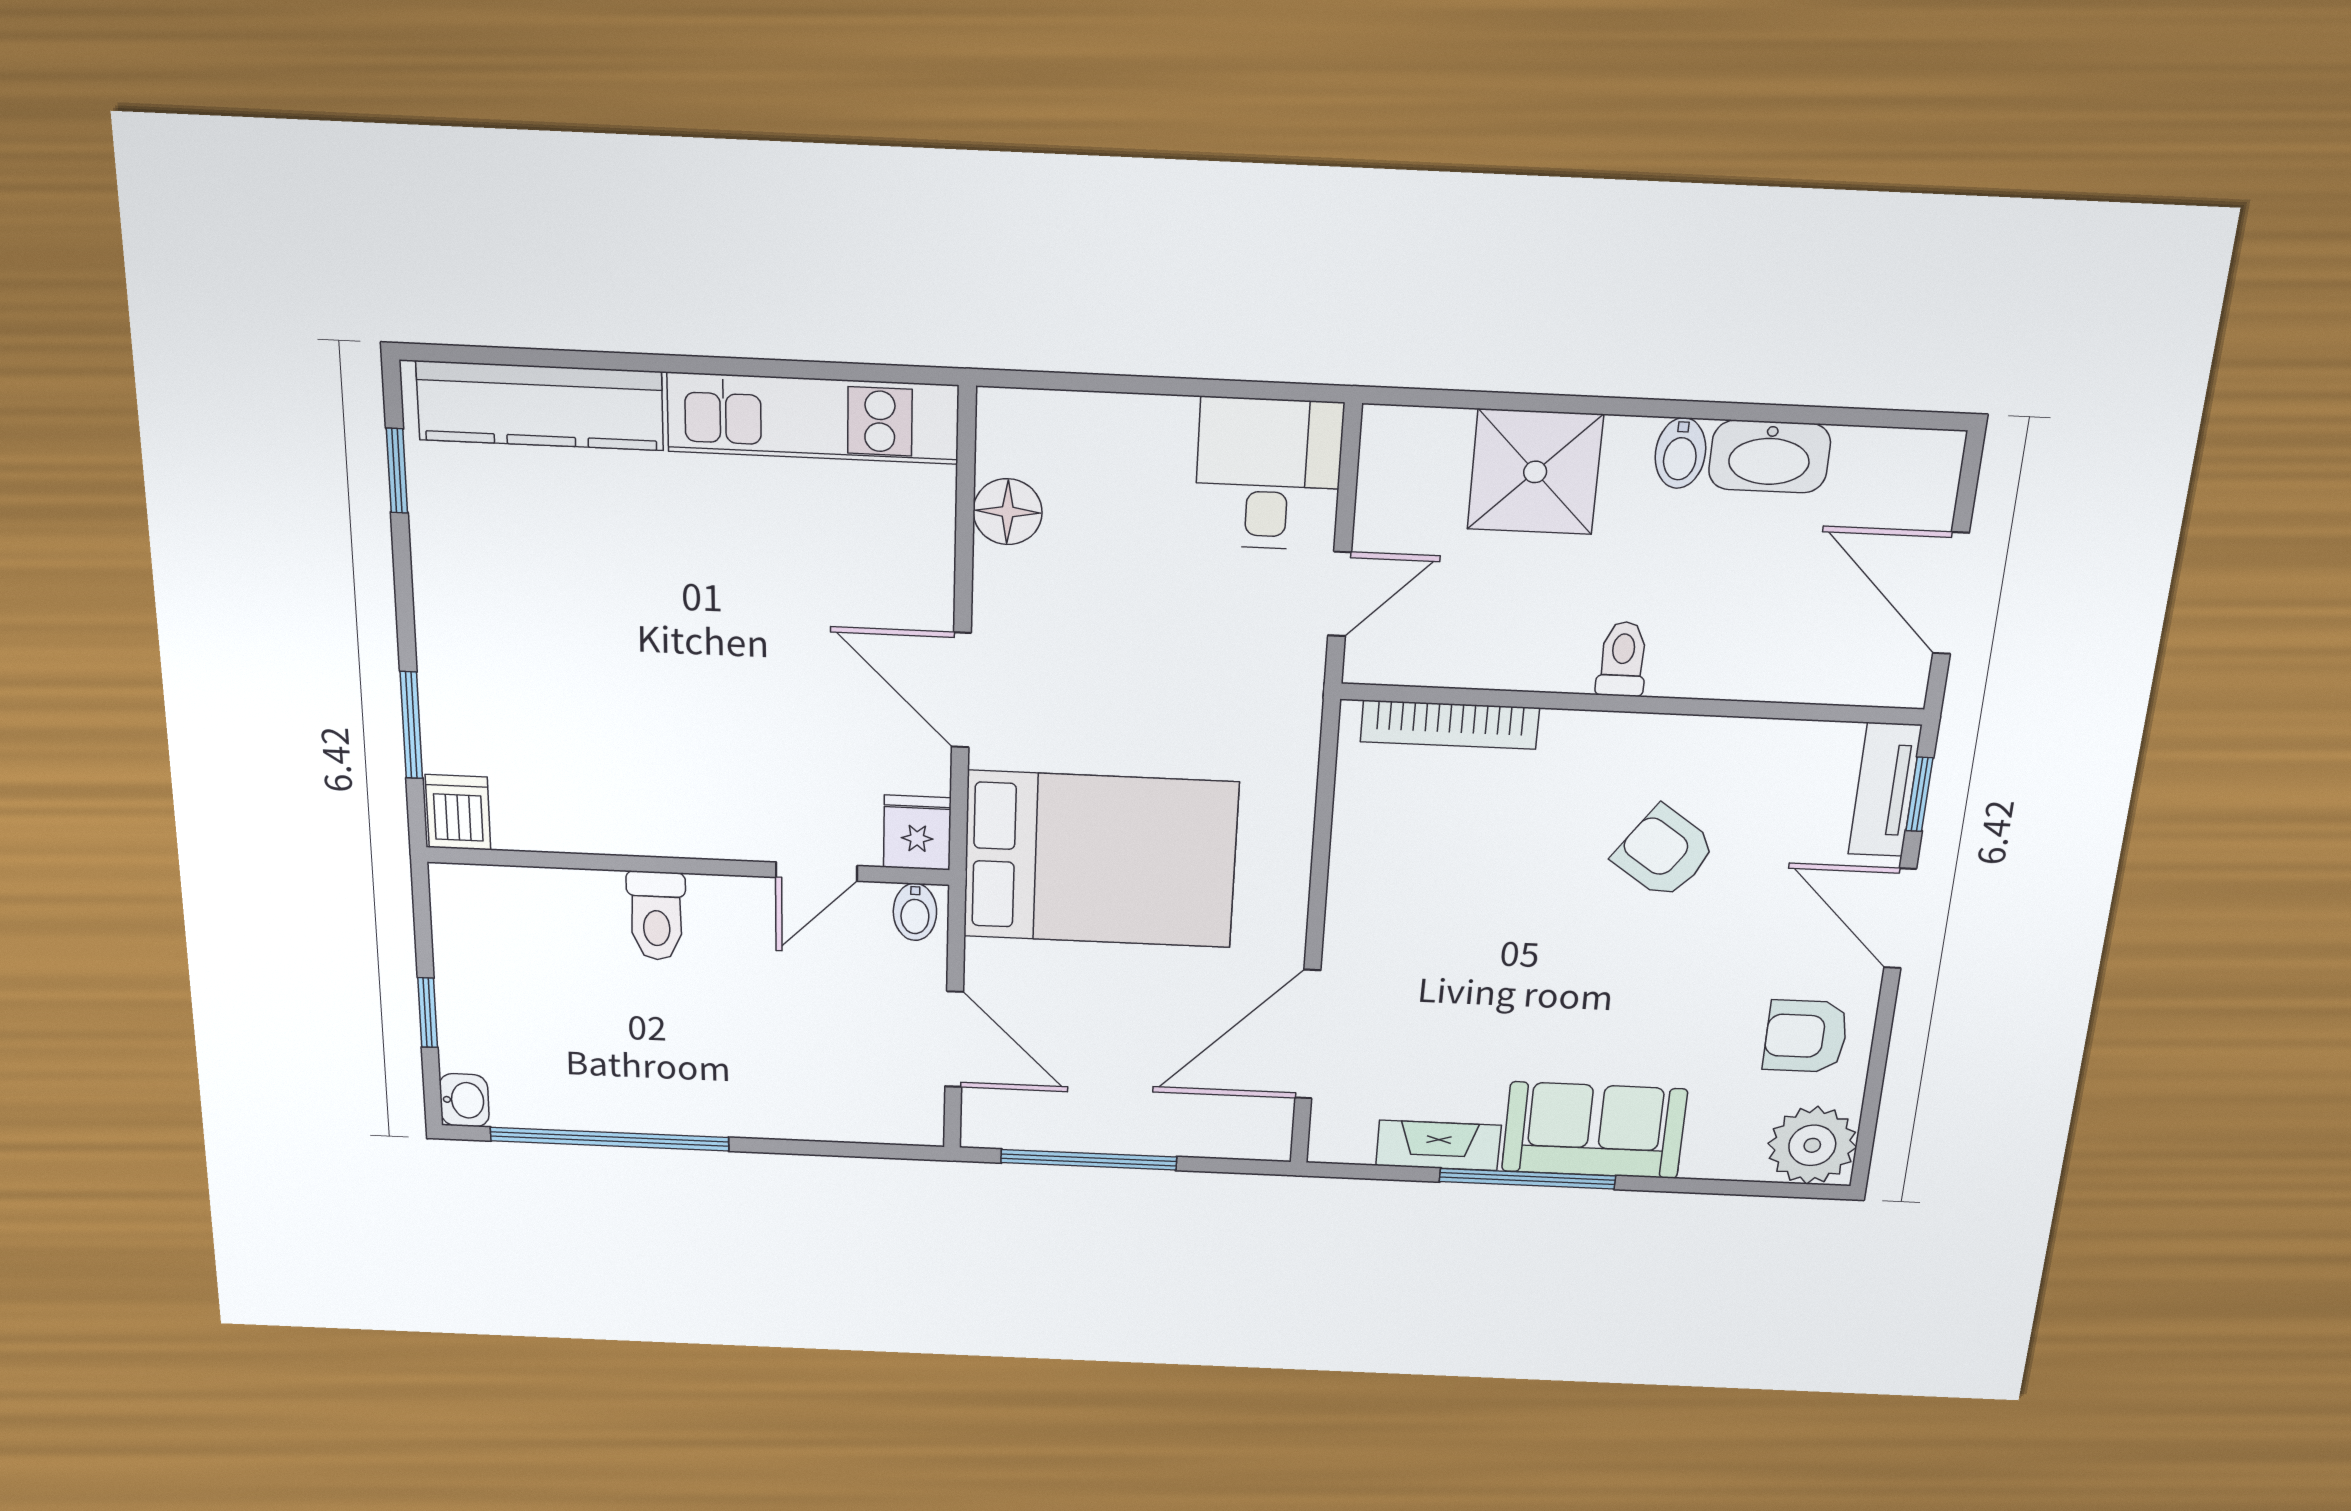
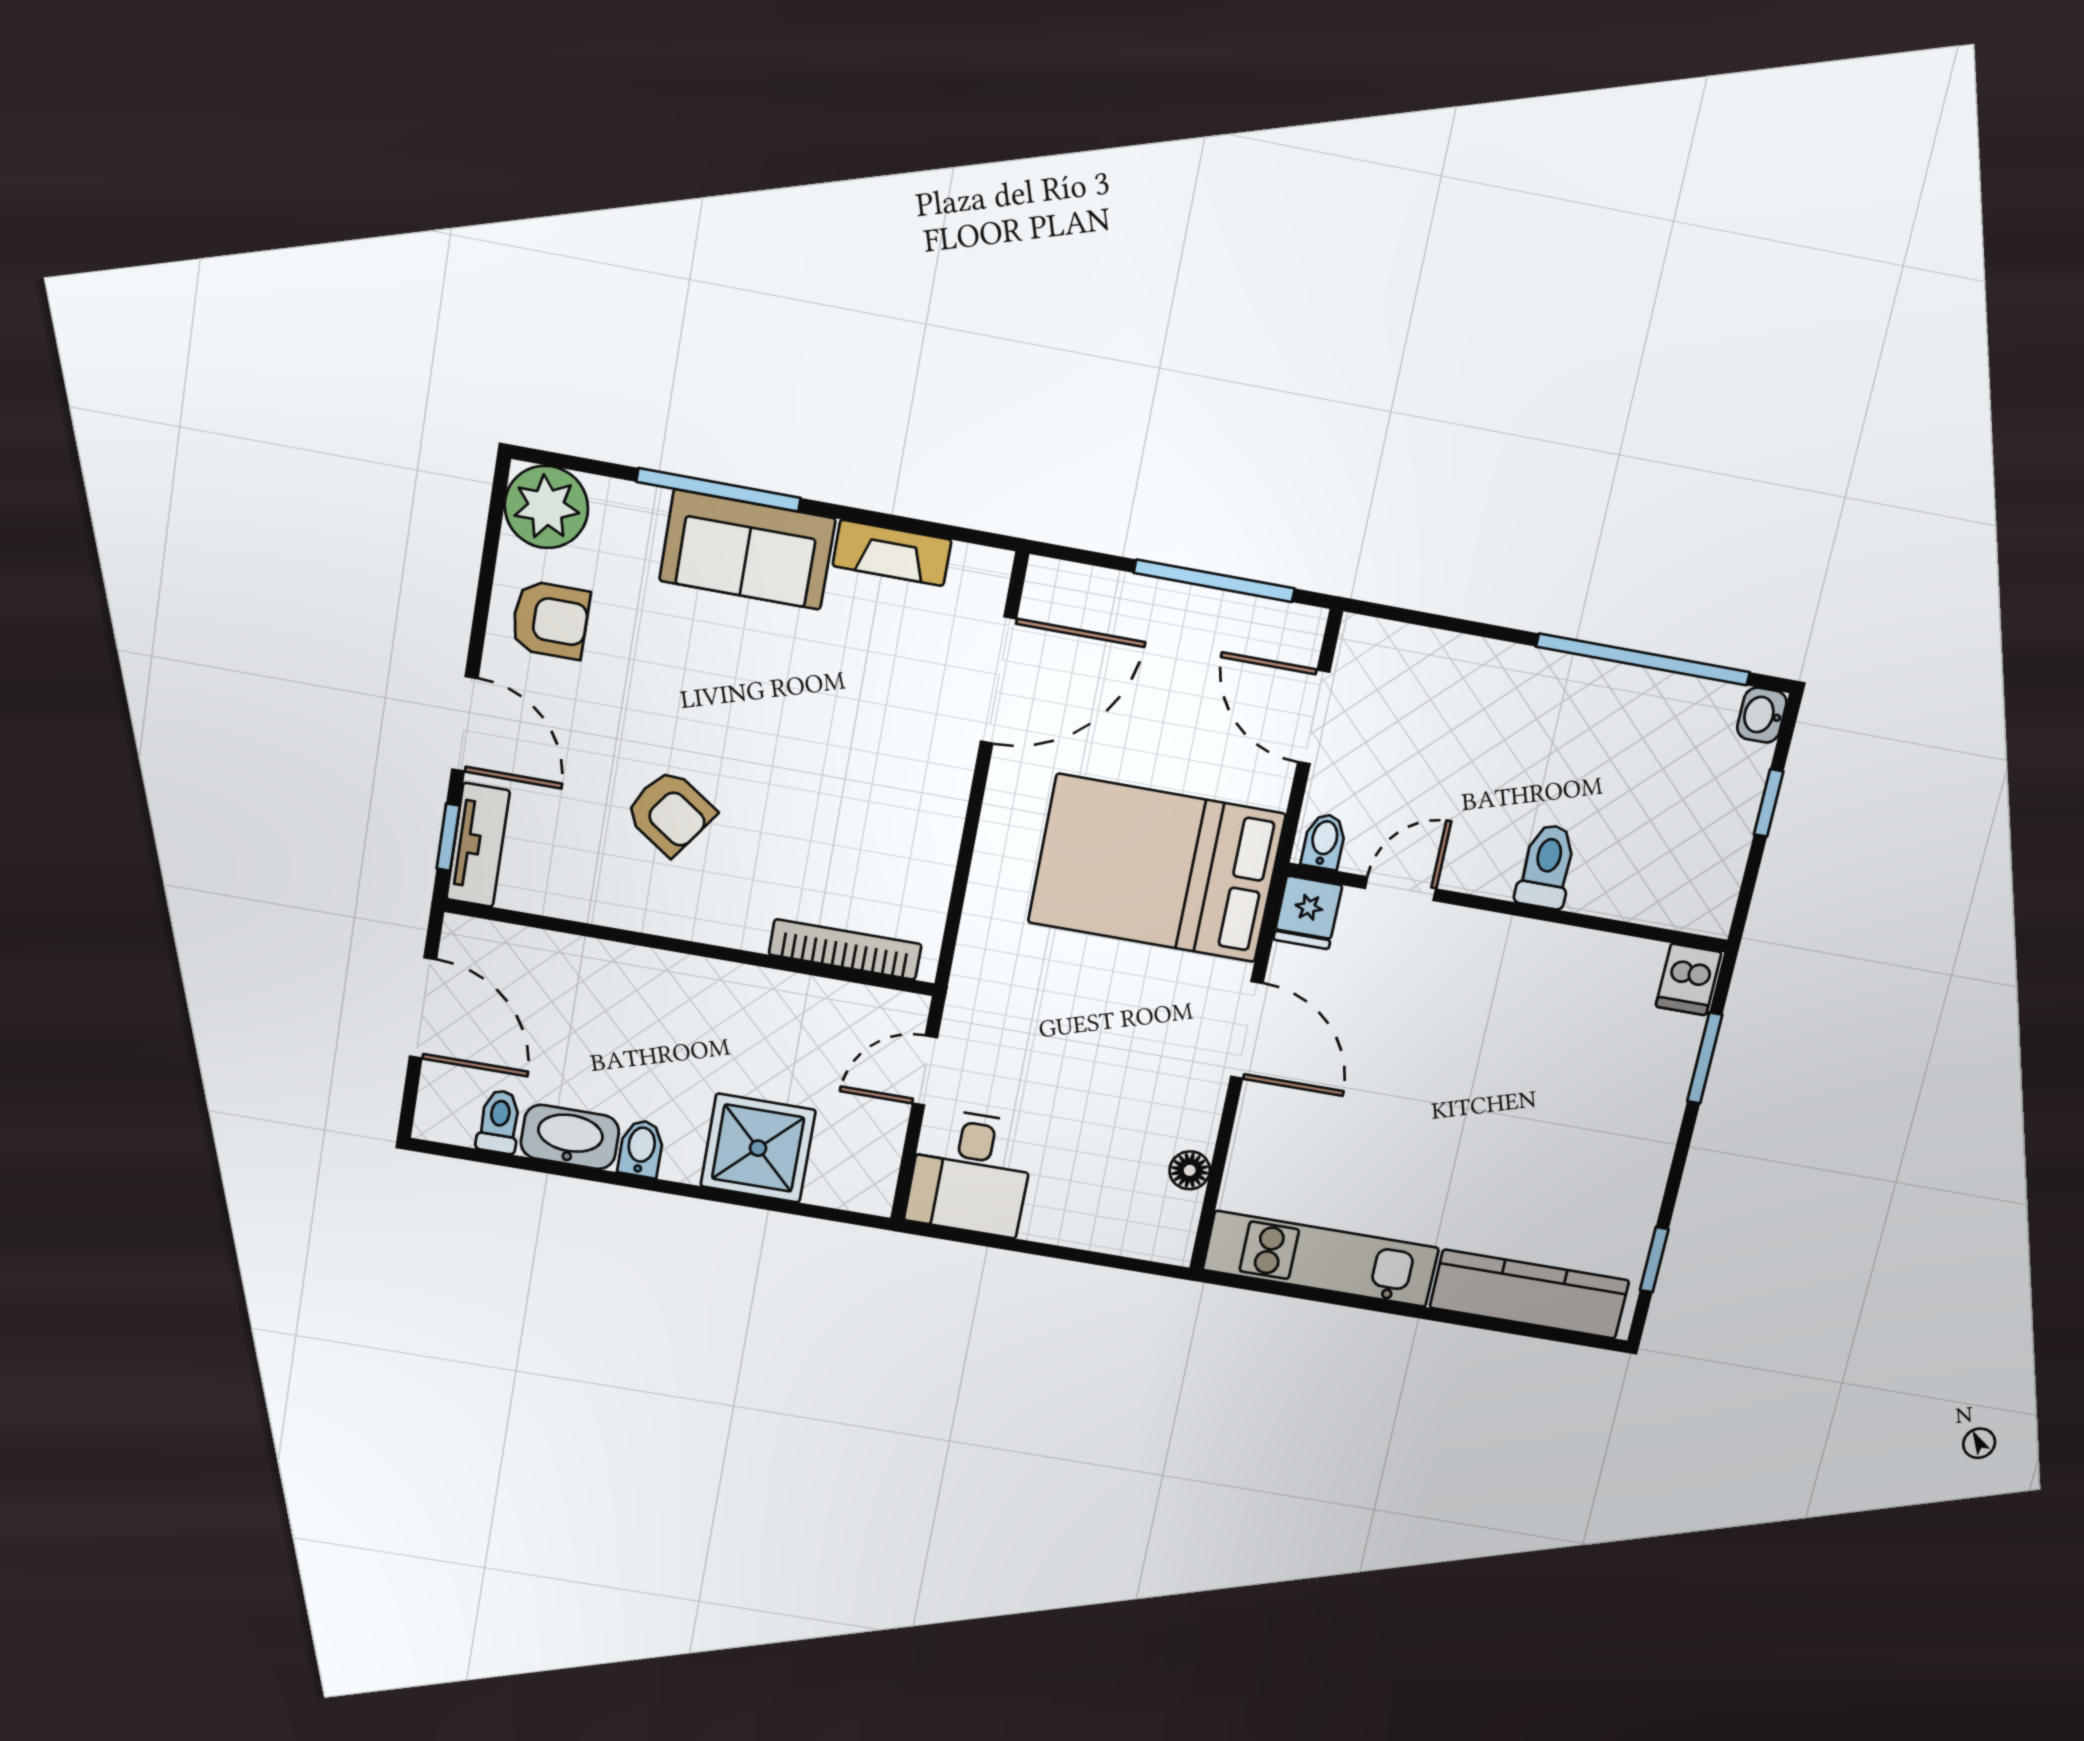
floor lamp: (1008, 512) -> (1190, 1170), width x0.73, depth x0.73
toilet: (1622, 659) -> (499, 1122), moved, turned 180
window: (1527, 1179) -> (719, 490), moved

